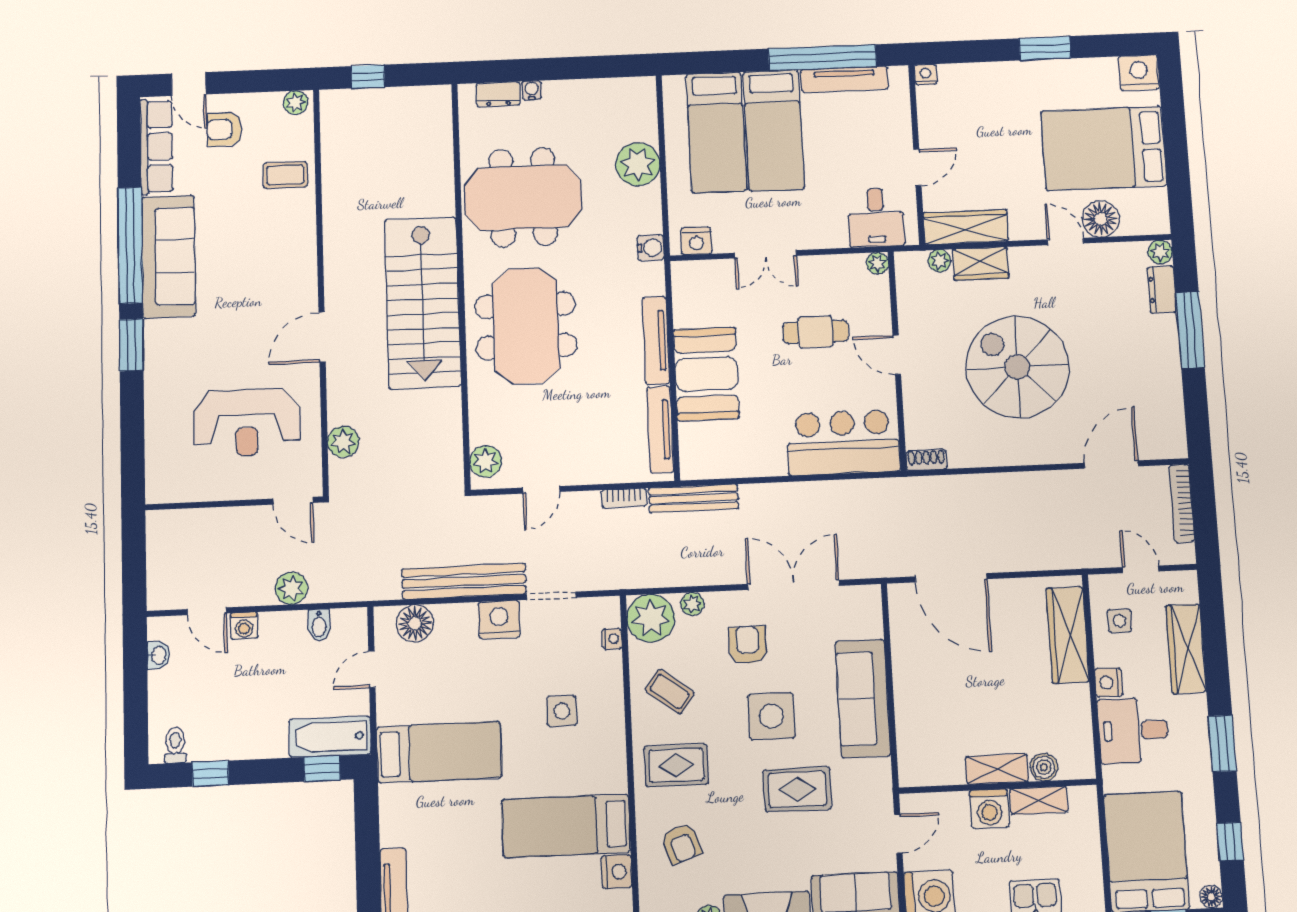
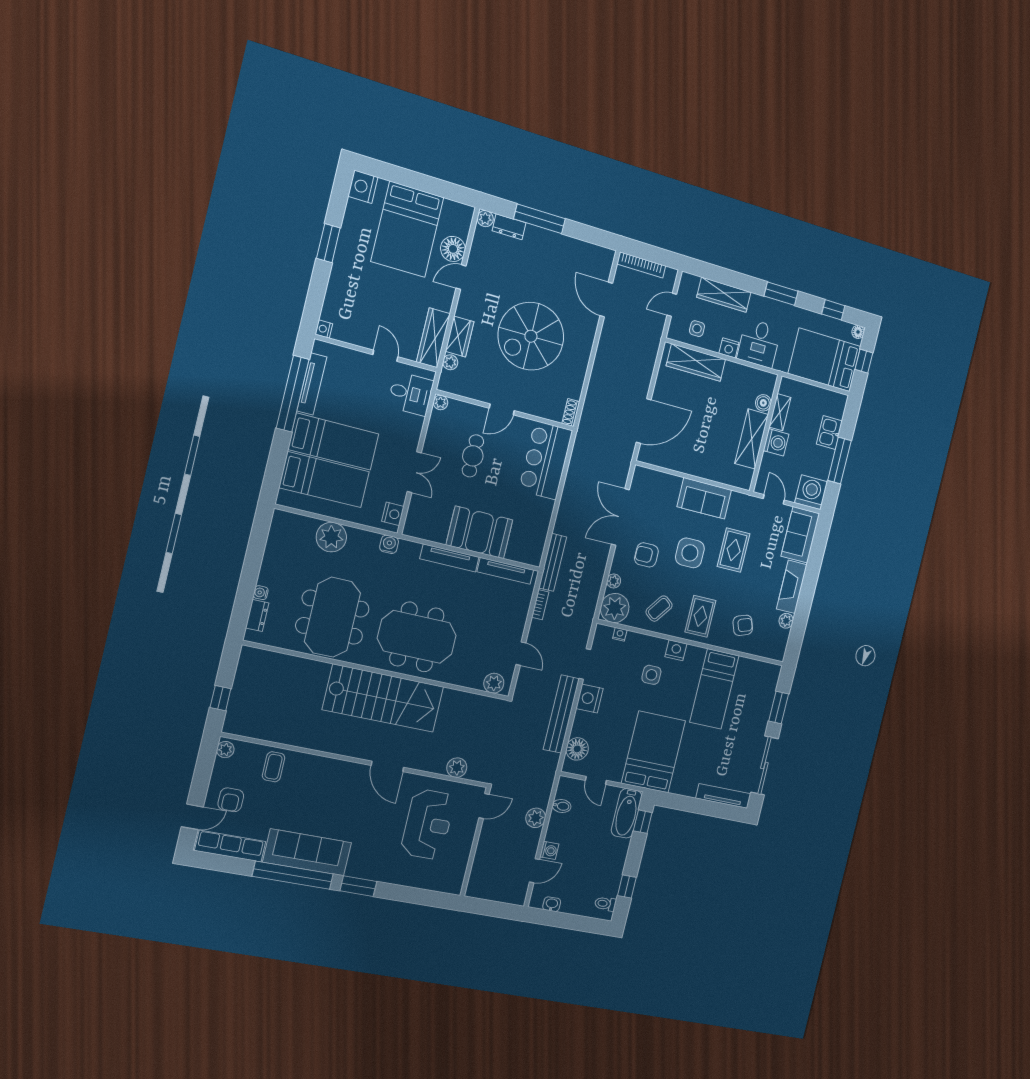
sofa: (863, 698) -> (704, 498), width x0.73
bed: (439, 752) -> (653, 752), width x1.50
shelving: (997, 769) -> (752, 439), width x1.50, depth x1.33
nightstand: (617, 872) -> (676, 650), moved

